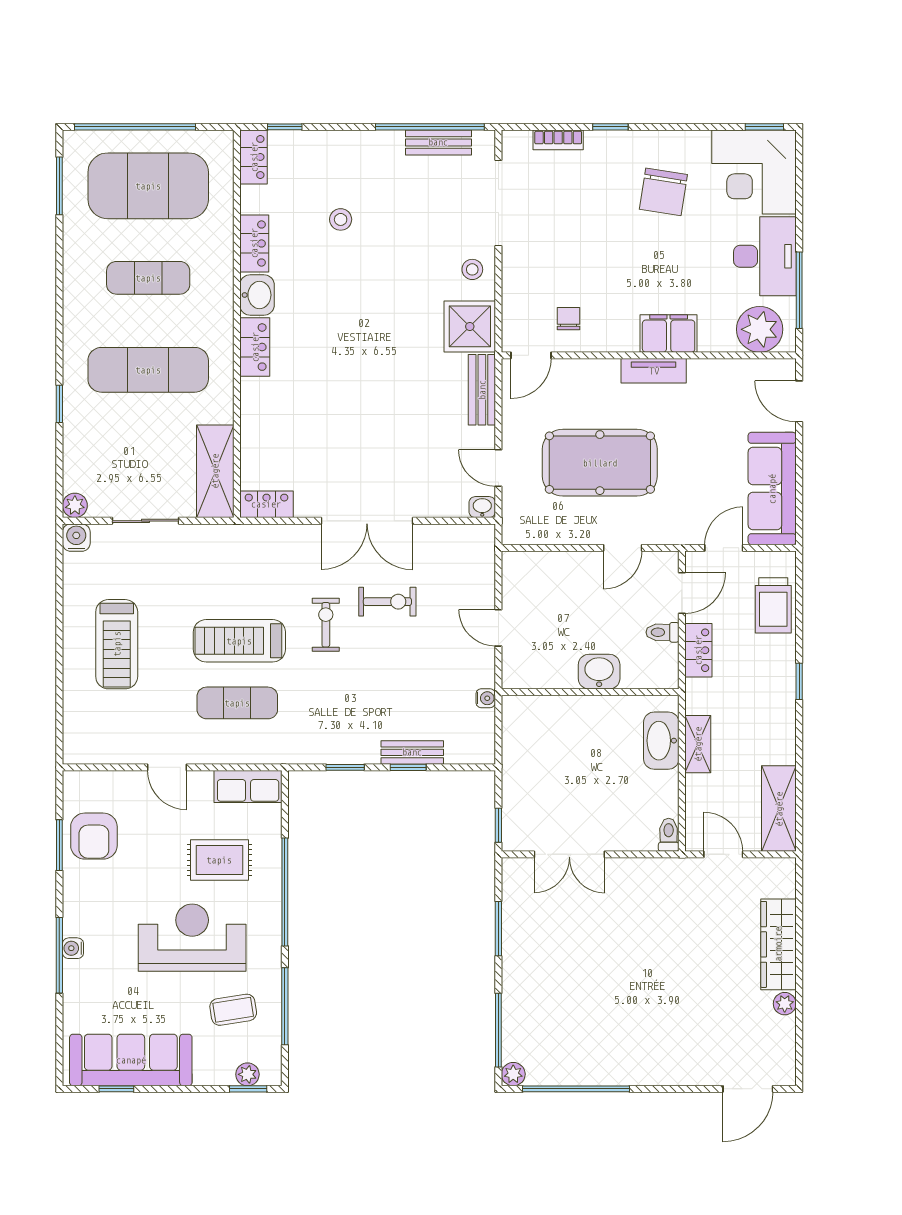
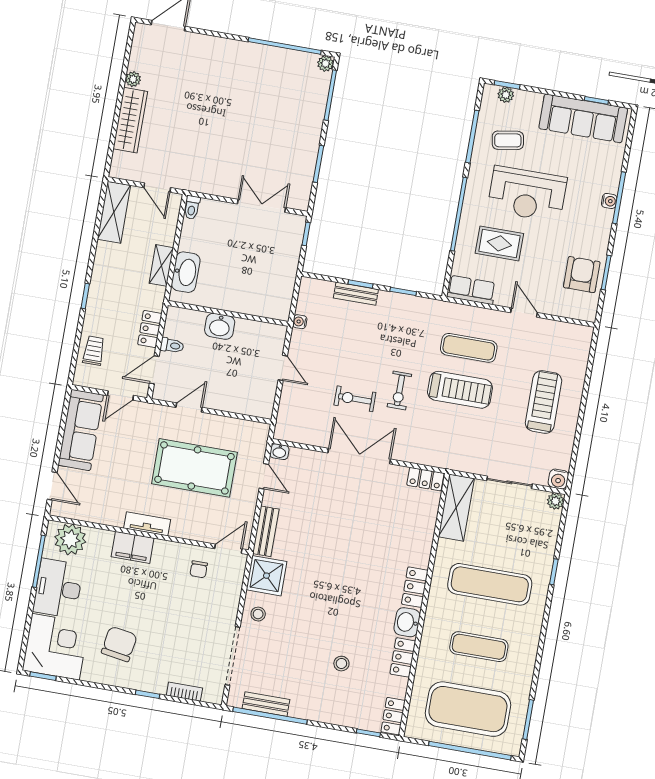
trolley: (773, 605) -> (94, 351), width x0.73, depth x0.72

